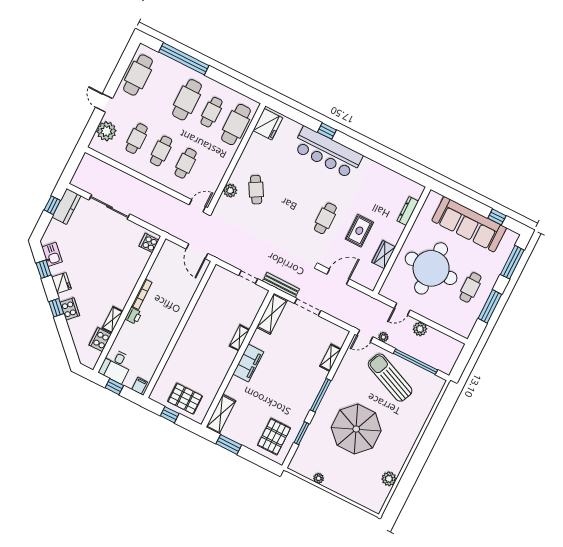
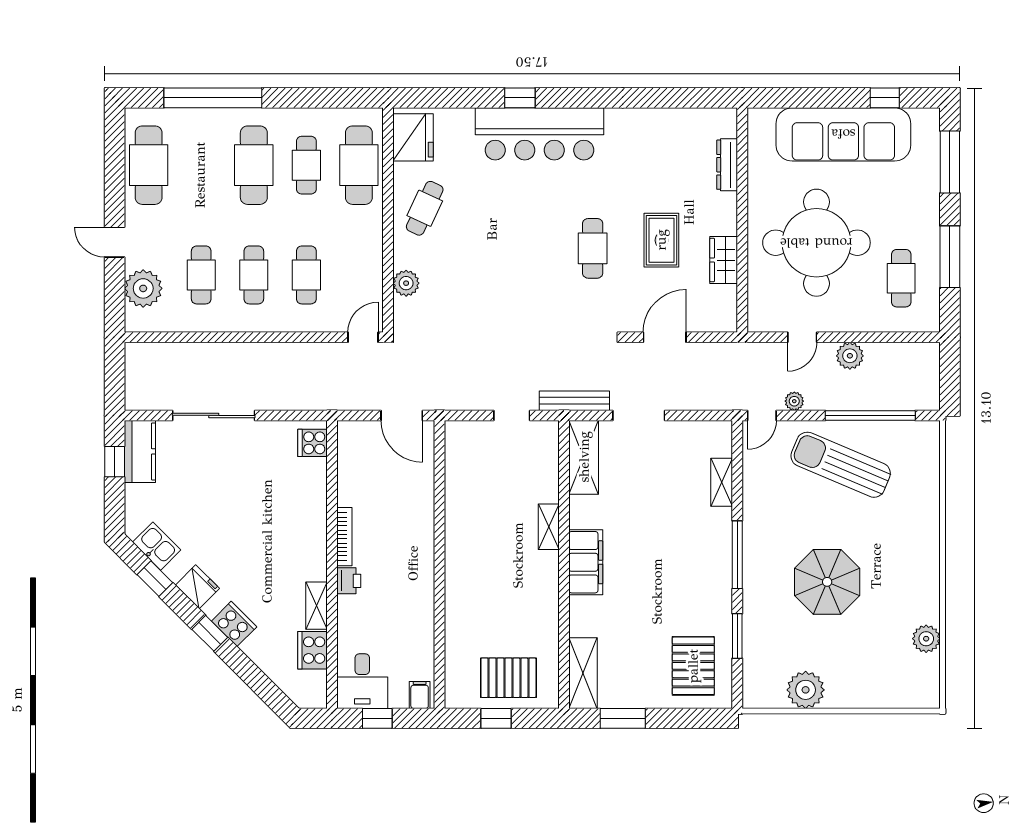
cafe table: (256, 190) -> (425, 208), moved, turned 55
cafe table: (470, 287) -> (901, 278), moved
parasol: (356, 429) -> (827, 582), width x0.73, depth x0.73
plant: (319, 478) -> (806, 690), width x1.87, depth x1.87

